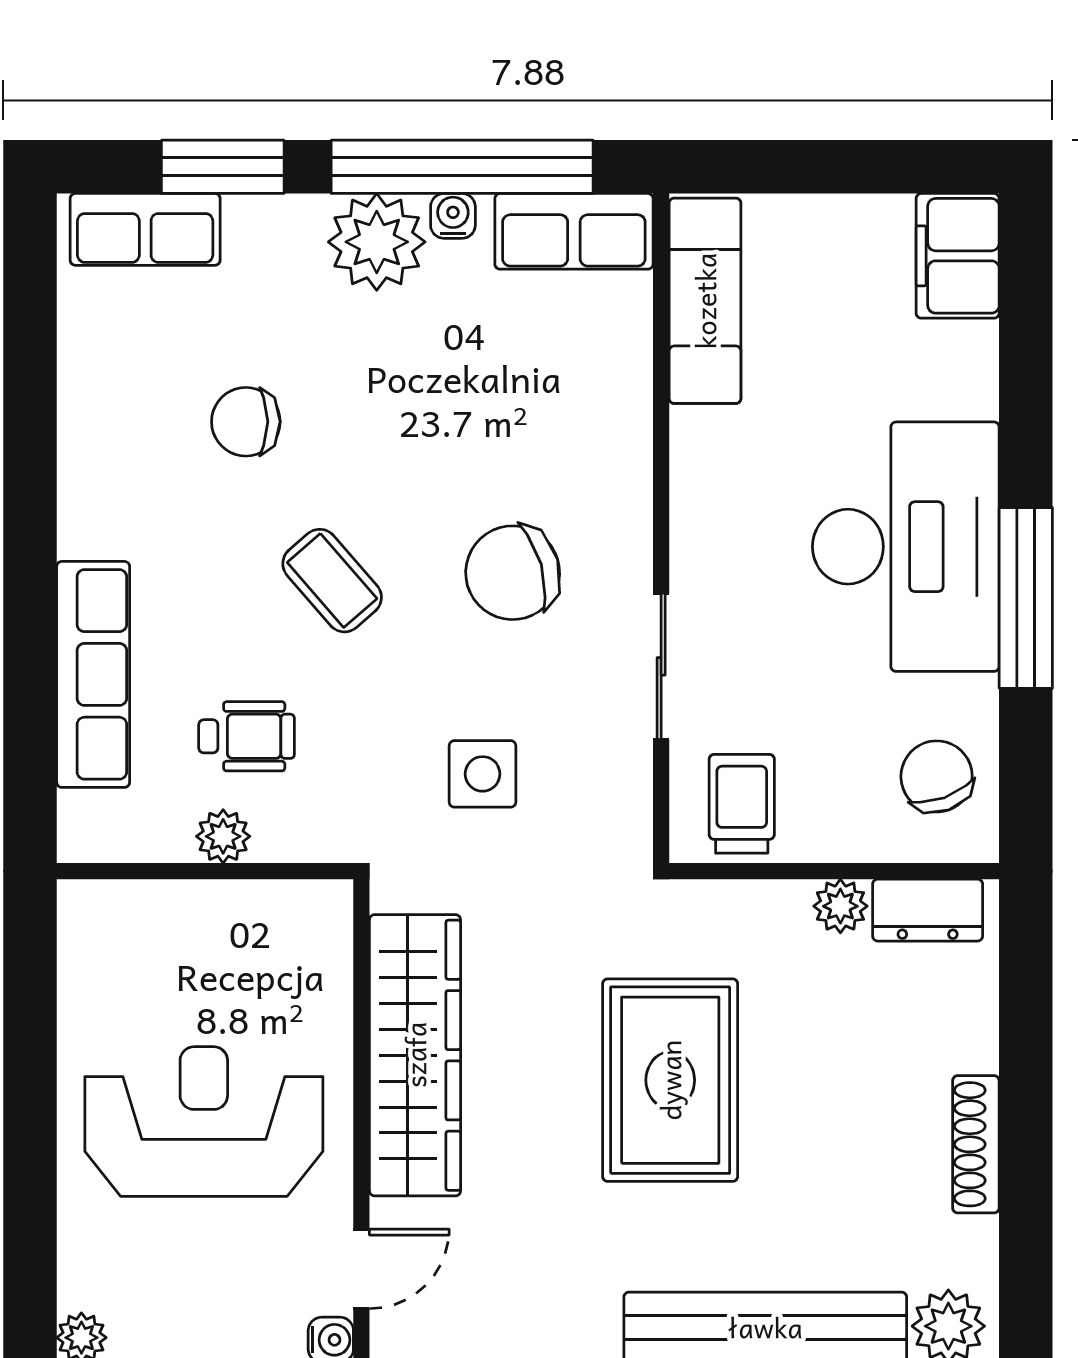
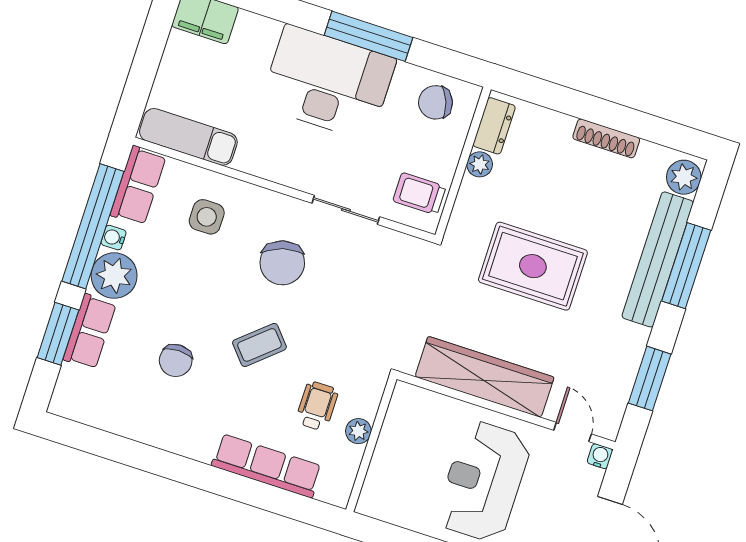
row of seats: (145, 229) -> (90, 332), moved
side table: (483, 774) -> (207, 217), moved

